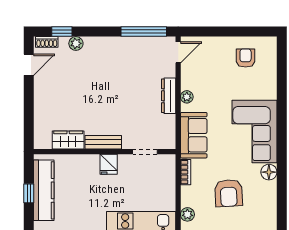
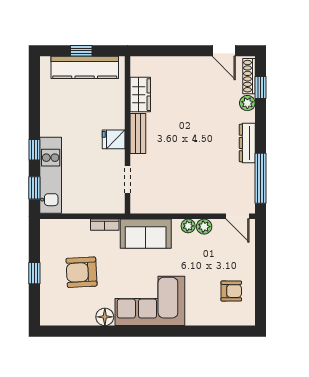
shoe rack: (47, 42) -> (249, 76), width x1.43
dresser: (169, 96) -> (247, 143), moved, turned -90
plant: (187, 214) -> (204, 227), moved

